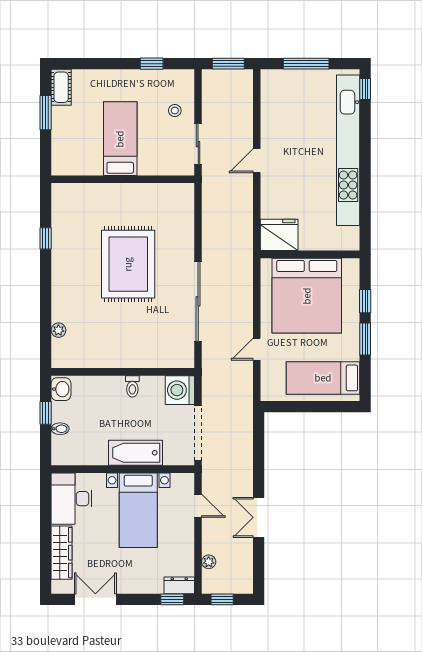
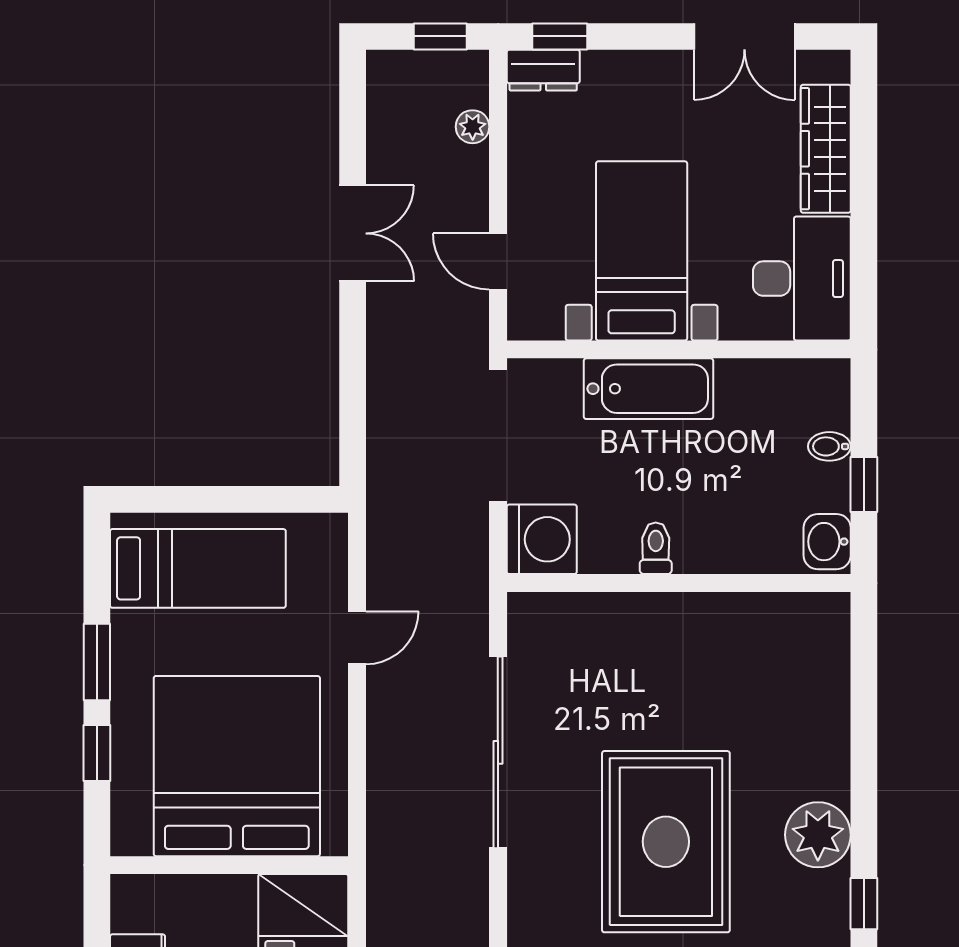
plant: (58, 330) -> (818, 835), moved, width x1.88, depth x1.88

